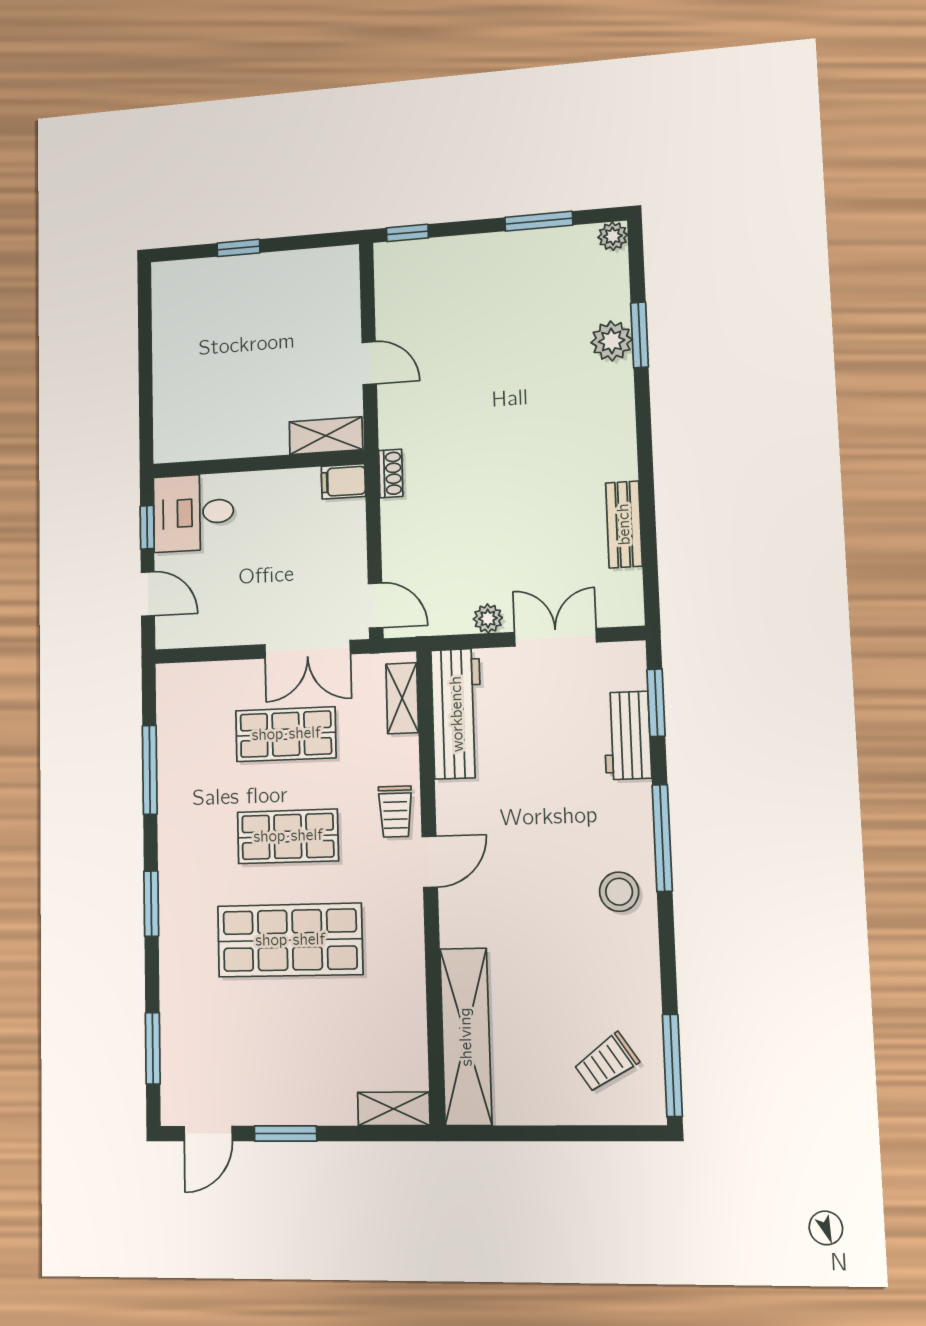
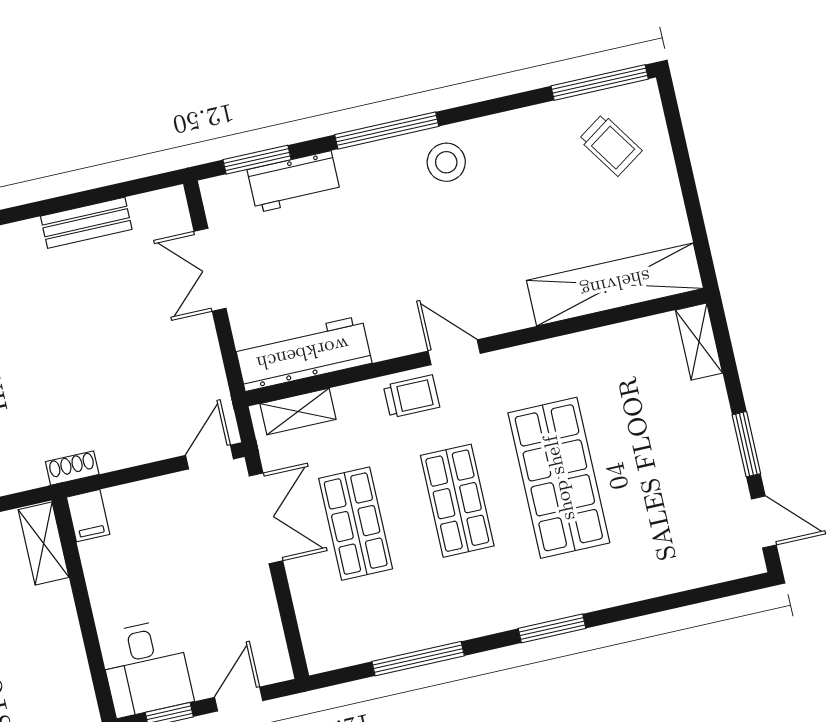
plant: (488, 618) -> (203, 340), removed
window: (153, 1048) -> (694, 596), removed

